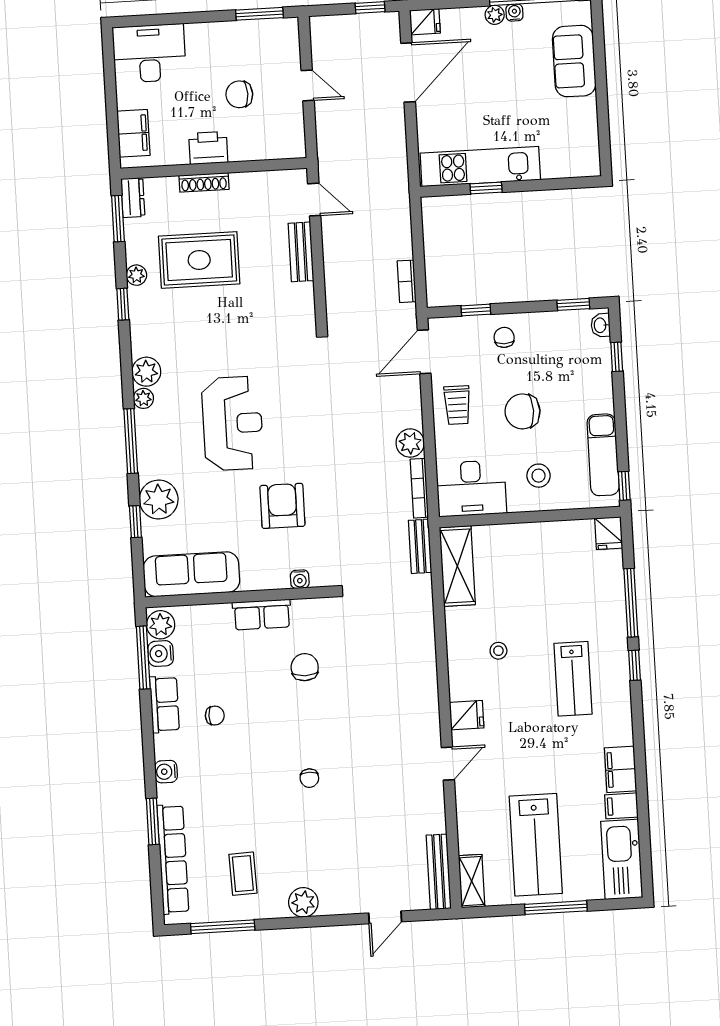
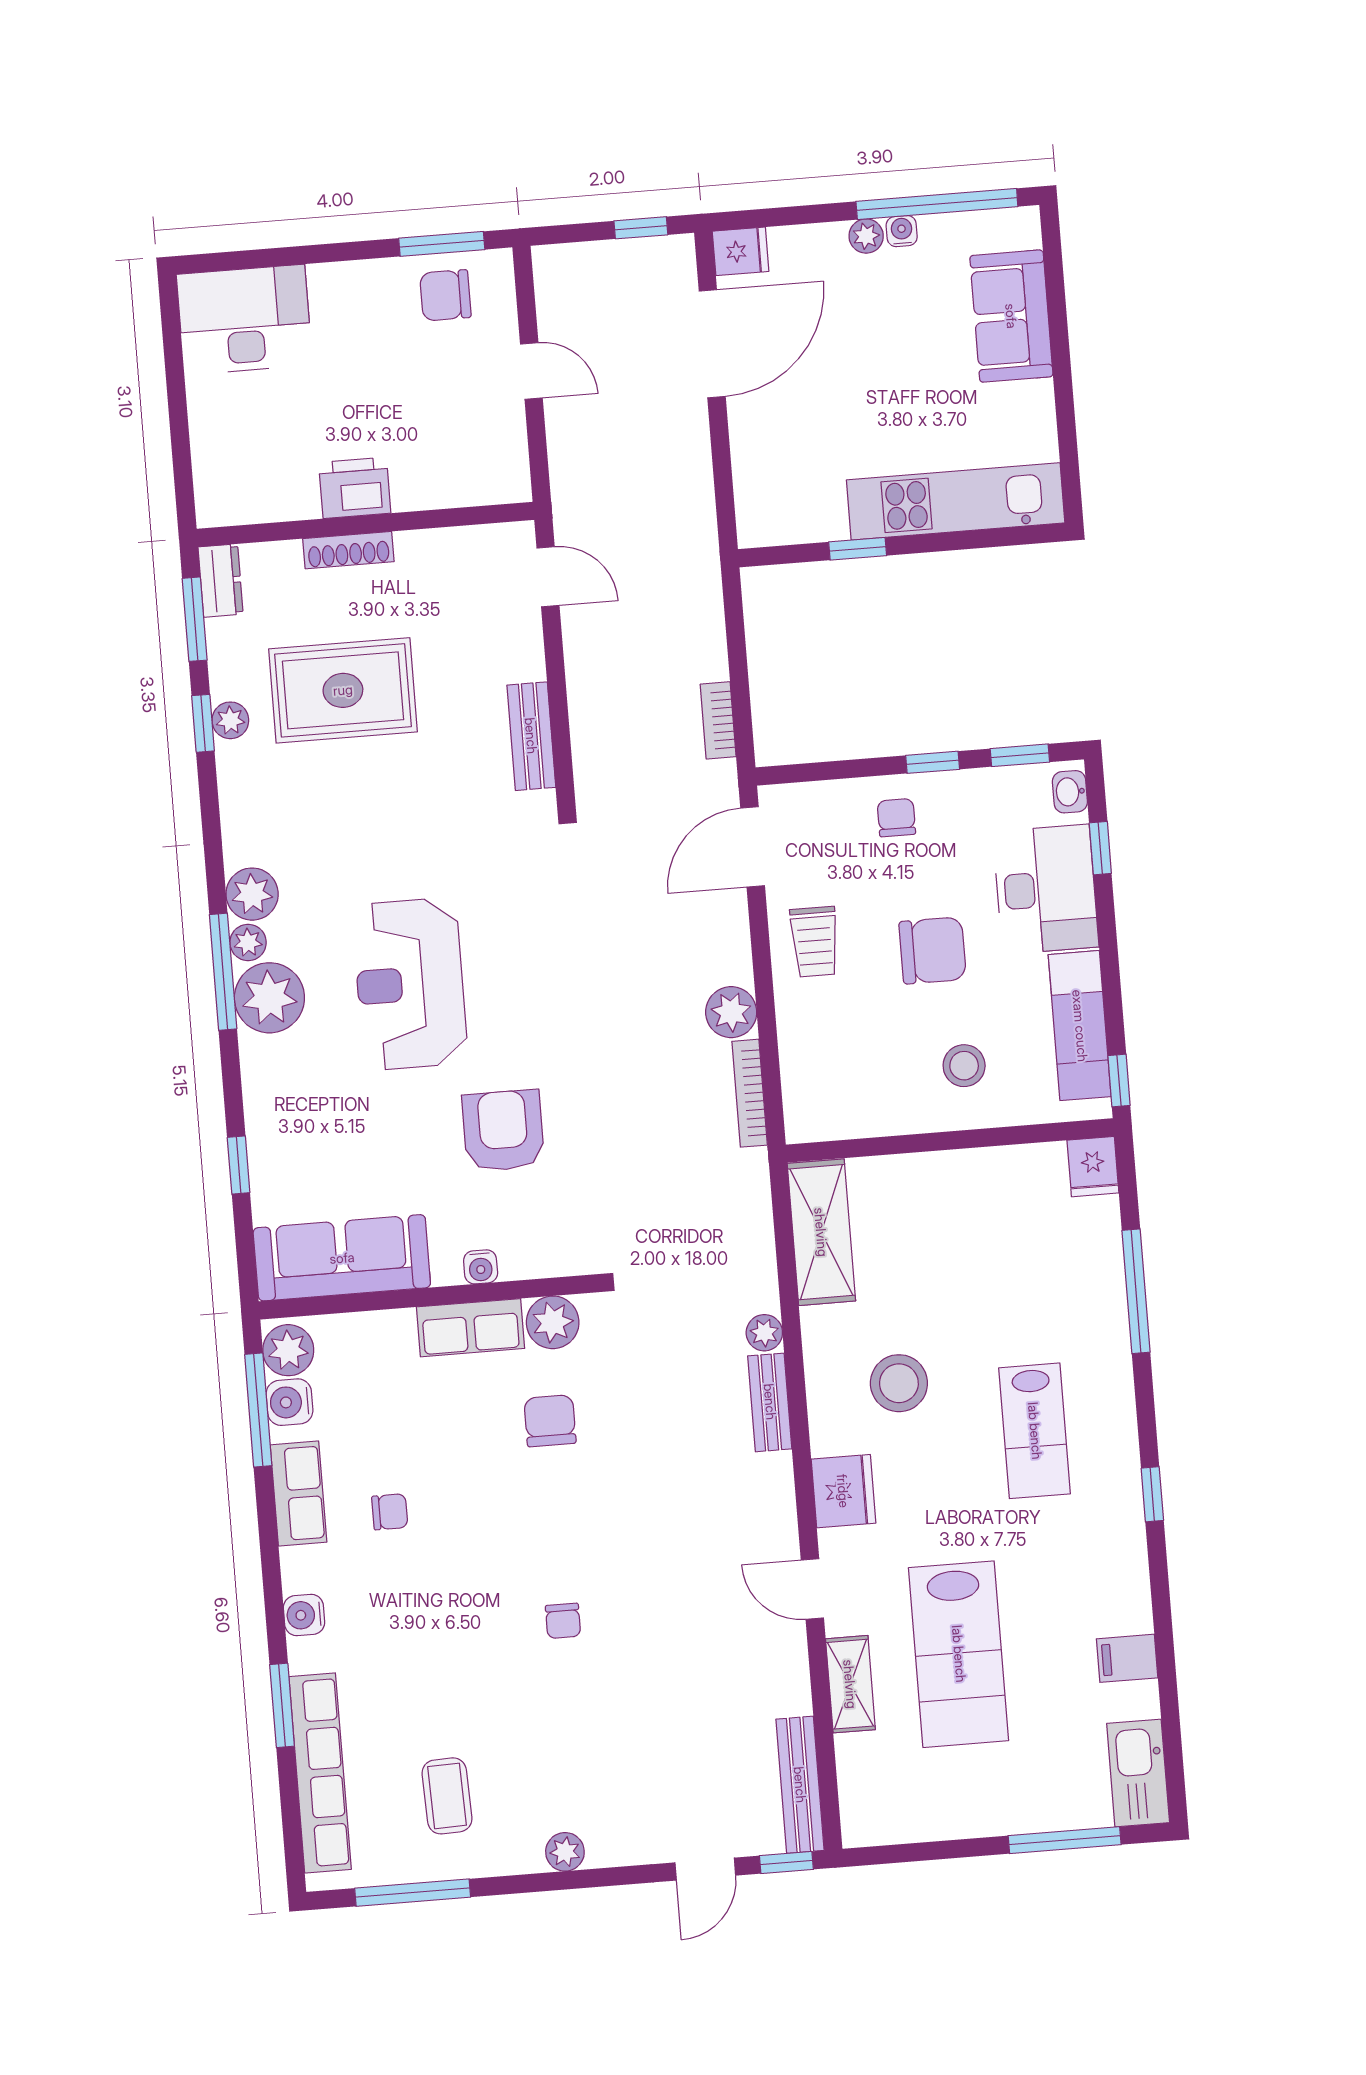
chair: (239, 94) -> (445, 295), moved
filing cabinet: (133, 133) -> (219, 464), removed
kitchen unit: (480, 166) -> (956, 501), moved
bench: (301, 252) -> (531, 736), moved
window: (123, 304) -> (203, 723), moved
window: (476, 310) -> (933, 762), moved
chair: (523, 411) -> (933, 950), turned 180
reception desk: (233, 423) -> (410, 984), turned 180
window: (131, 441) -> (223, 972), moved
desk: (471, 488) -> (1046, 889), moved, turned -90
plant: (159, 499) -> (269, 998), moved
bench: (420, 546) -> (770, 1402), moved
water cooler: (300, 579) -> (481, 1267), moved
plant: (307, 613) -> (553, 1322), added
plant: (425, 621) -> (764, 1333), added
stool: (498, 651) -> (899, 1383), width x1.89, depth x1.89
window: (634, 665) -> (1152, 1494), moved
fridge: (467, 715) -> (843, 1491), width x1.38
door: (448, 764) -> (812, 1589), swing flipped
filing cabinet: (620, 769) -> (1124, 1592), removed
lab bench: (536, 845) -> (959, 1654), moved
kitchen sink: (622, 859) -> (1138, 1773), width x0.73, depth x0.81
shelving: (472, 881) -> (850, 1684), moved
plant: (303, 902) -> (565, 1852), width x0.73, depth x0.73
window: (556, 908) -> (1065, 1840), moved
window: (430, 915) -> (786, 1863), added

